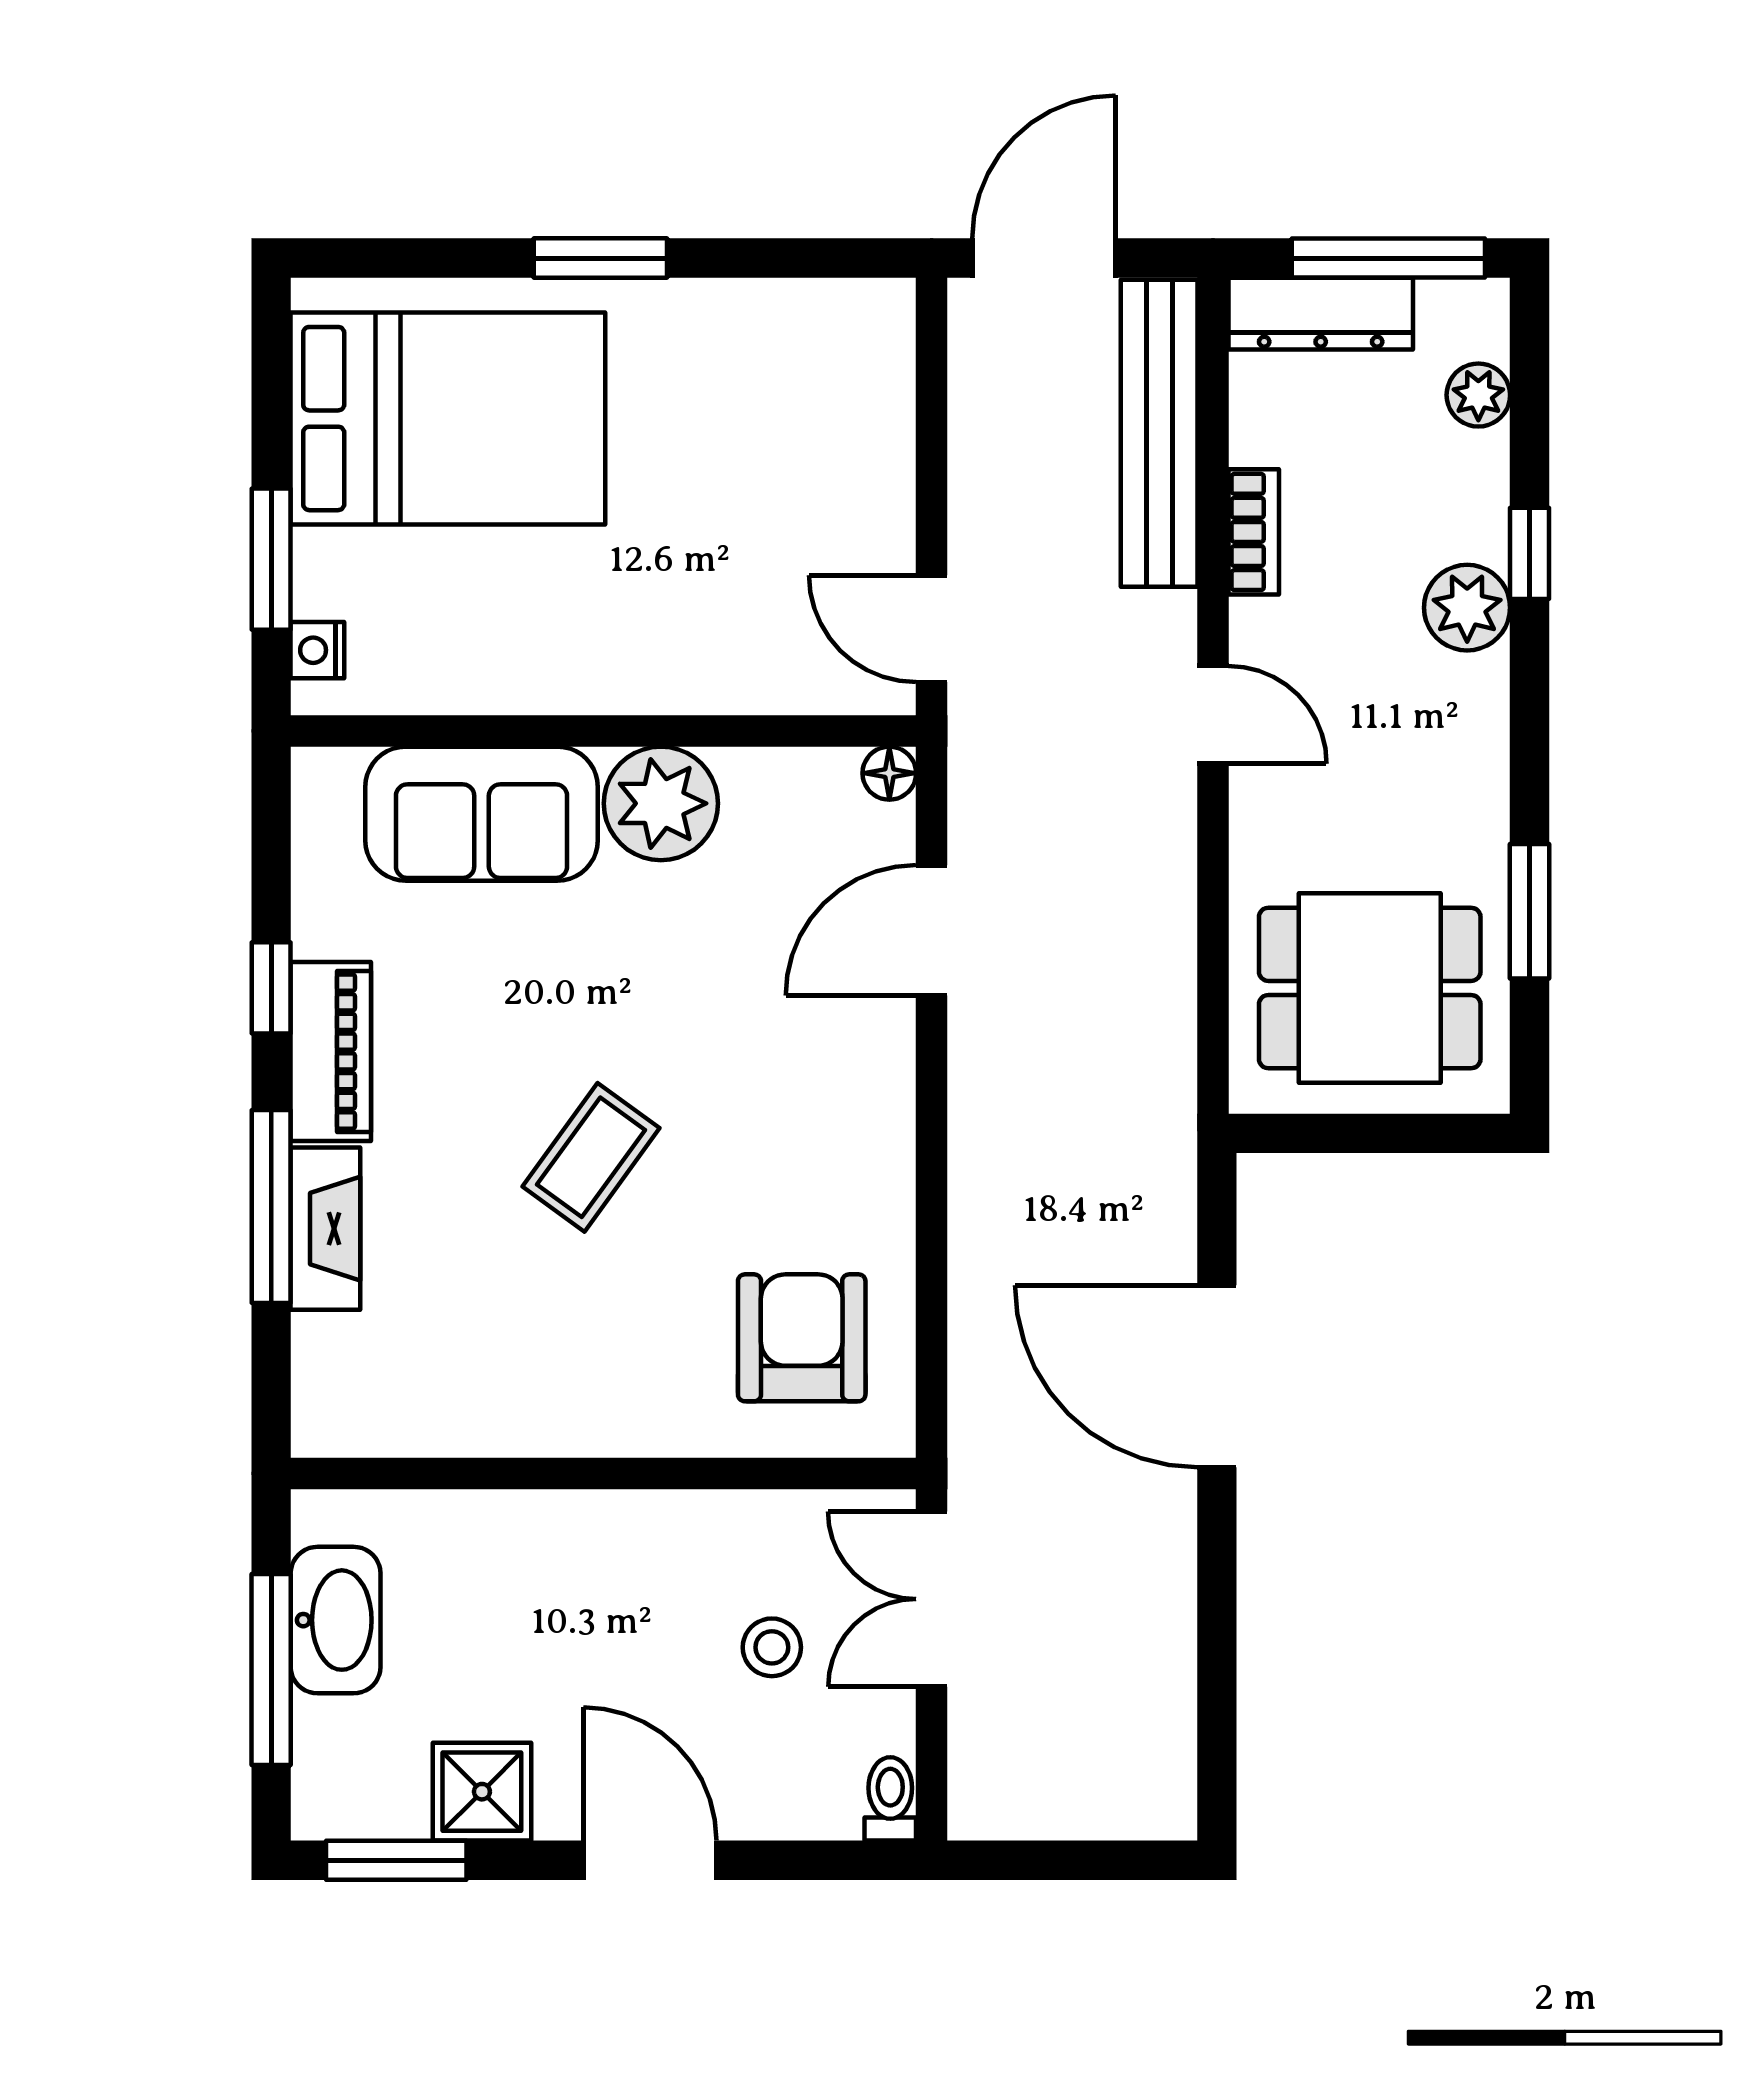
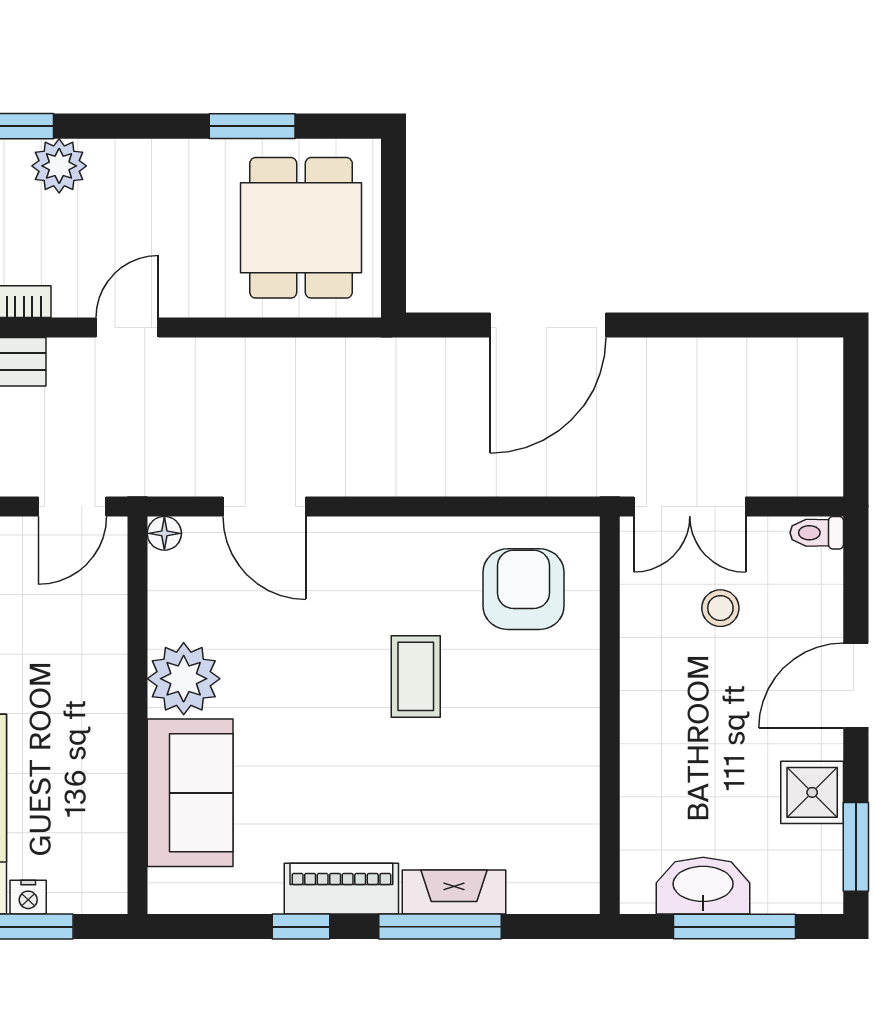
nightstand: (317, 650) -> (28, 897), moved
coffee table: (591, 1157) -> (416, 676), moved, turned 54
armchair: (802, 1338) -> (524, 589), turned 90

